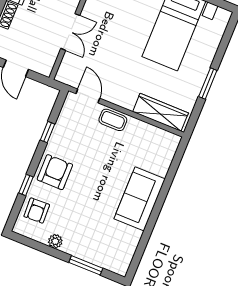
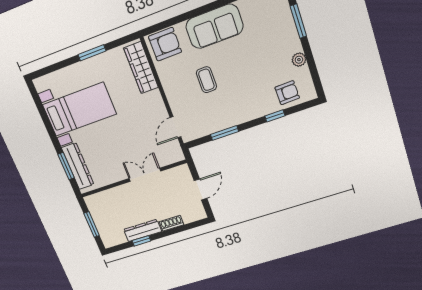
coffee table: (113, 120) -> (206, 80), moved
window: (47, 132) -> (224, 133), width x1.50
armchair: (55, 172) -> (165, 44), moved, turned 180

